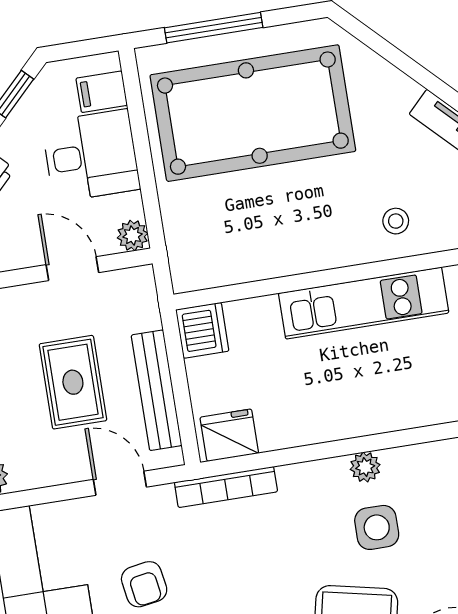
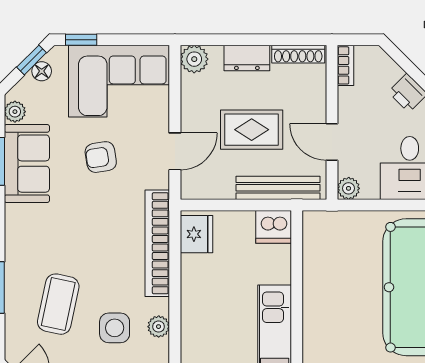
door: (72, 269) -> (332, 142), swing flipped
bench: (157, 390) -> (278, 188), moved
bookcase: (226, 487) -> (157, 243), width x1.48, depth x1.31

